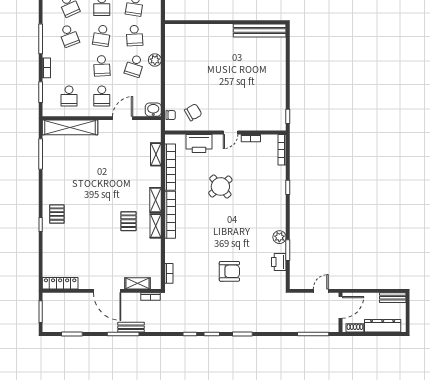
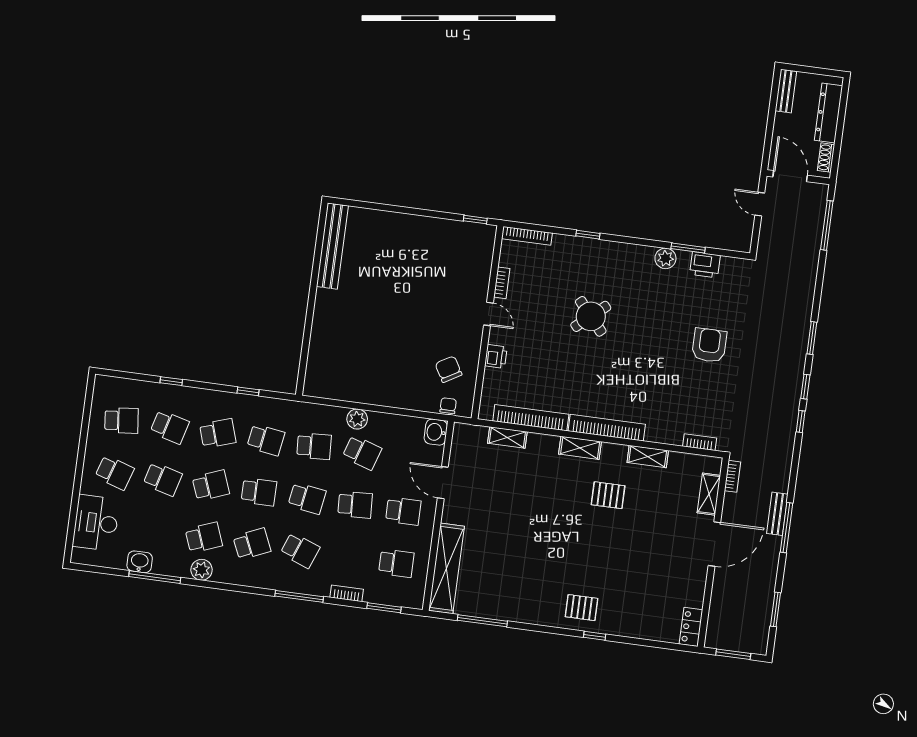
school desk: (69, 36) -> (300, 550), turned 42
printer: (199, 143) -> (496, 356), width x0.53, depth x0.68
round table: (220, 186) -> (591, 316), moved
shelving: (156, 226) -> (648, 457), moved
locker: (60, 283) -> (691, 627), width x0.66

